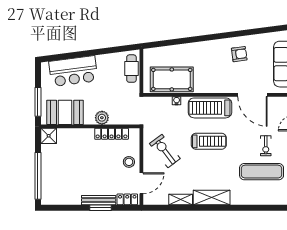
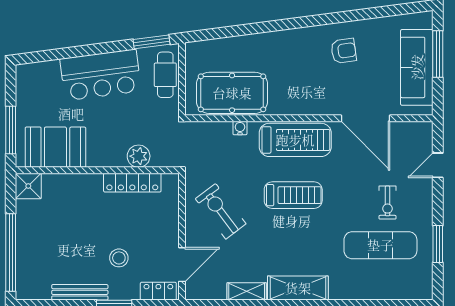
window: (123, 49) -> (152, 42), added
bar counter: (73, 71) -> (101, 75), moved
treadmill: (210, 108) -> (295, 140), turned 180
plant: (102, 118) -> (139, 156), moved
stool: (129, 162) -> (119, 258), moved
bench: (99, 200) -> (80, 292), moved

